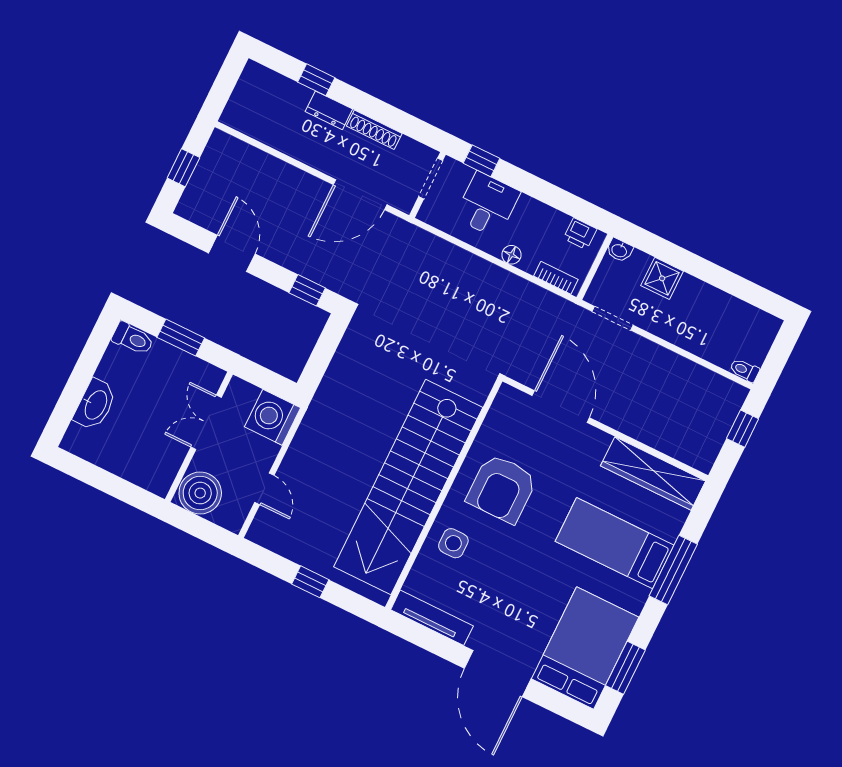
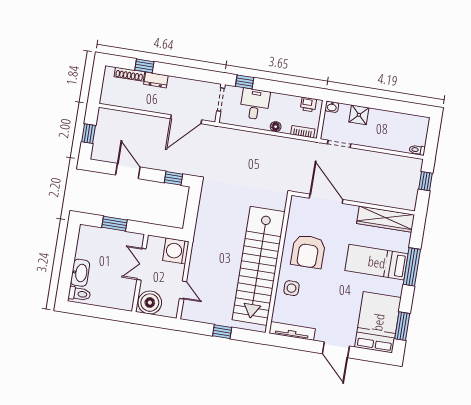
shoe rack: (374, 130) -> (129, 74), moved
toilet: (133, 339) -> (79, 294), moved
door: (498, 674) -> (336, 350), width x0.73

